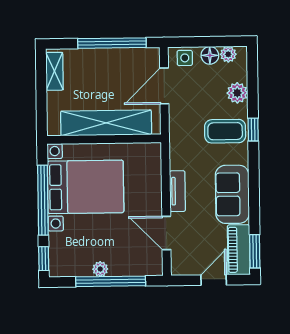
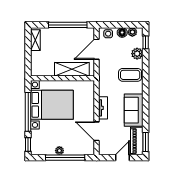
shelving: (106, 123) -> (72, 69), width x0.68
window: (253, 130) -> (146, 42), moved

